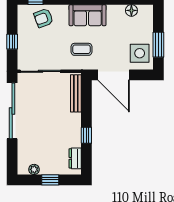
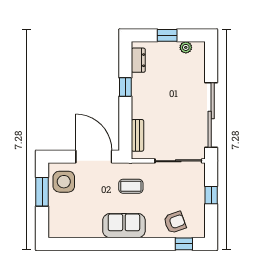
floor lamp: (131, 10) -> (73, 231), removed
bench: (76, 93) -> (138, 135), width x0.73

